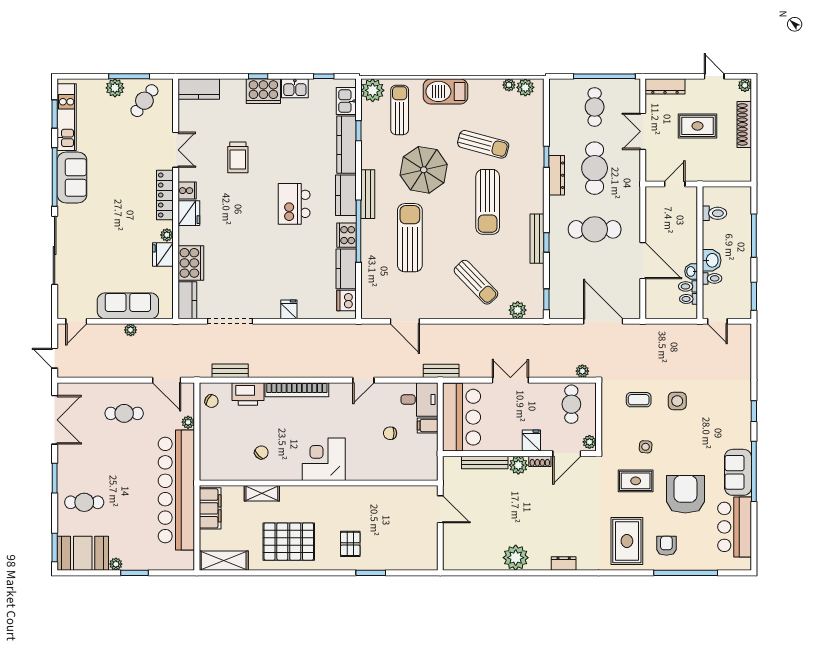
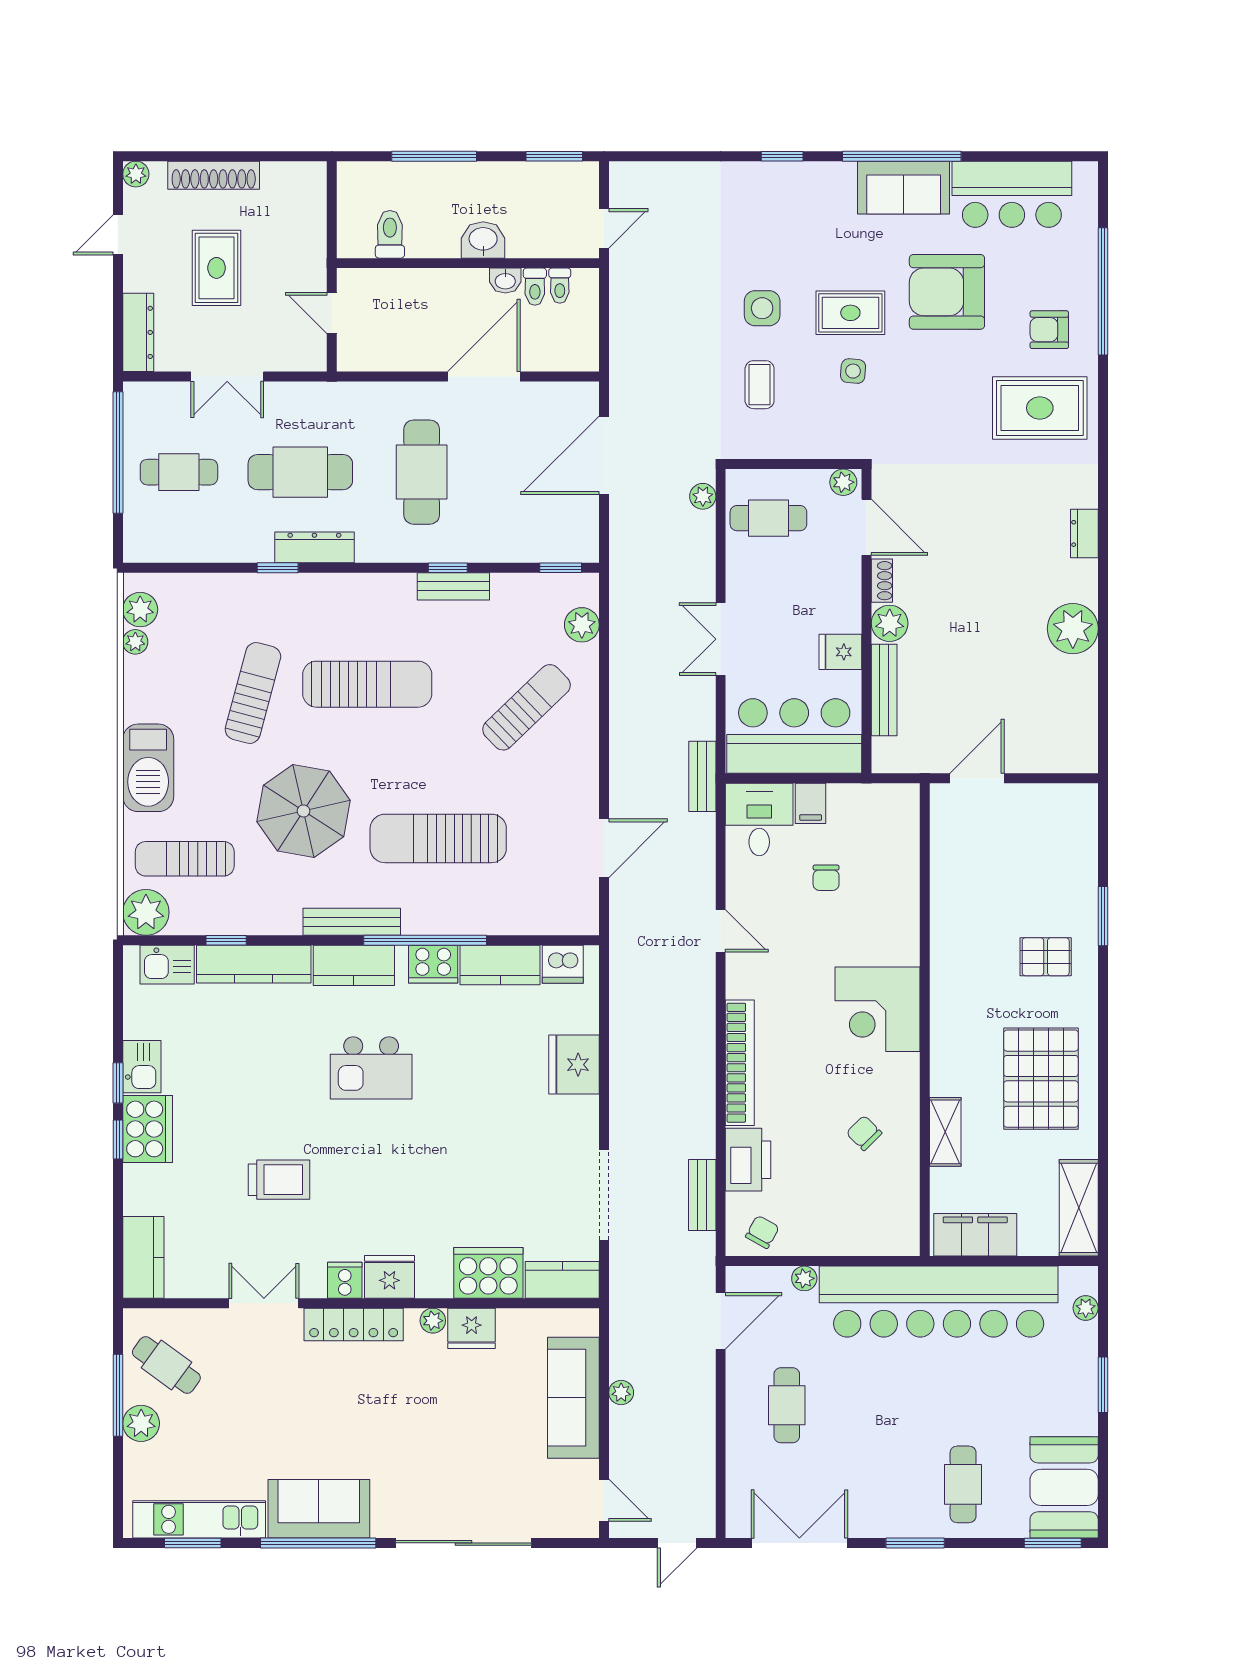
window: (324, 76) -> (118, 1083), moved
bench: (537, 239) -> (453, 586), width x0.73
toilet: (712, 278) -> (519, 239), removed
fridge: (289, 309) -> (574, 1065), width x1.88, depth x1.34
fridge: (531, 440) -> (840, 652), moved
rug: (636, 481) -> (850, 313), moved, turned 90
plant: (116, 564) -> (1086, 1308), moved

